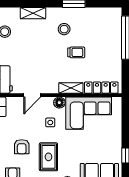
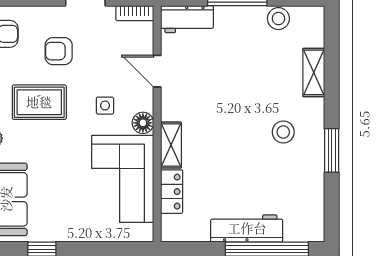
workbench: (115, 48) -> (247, 228), added
trolley: (76, 52) -> (239, 155), removed
locker: (101, 88) -> (172, 192), width x0.66

